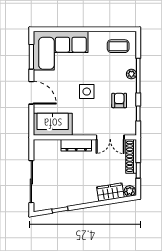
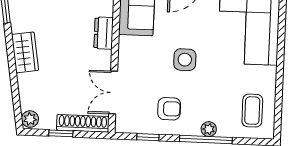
dresser: (76, 145) -> (104, 33), width x0.70
wardrobe: (110, 192) -> (25, 52), moved

